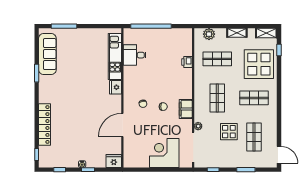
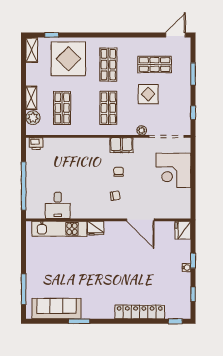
shelving: (237, 33) -> (31, 98), moved
printer: (187, 62) -> (36, 144), moved
shop shelf: (217, 98) -> (108, 108), turned 90

